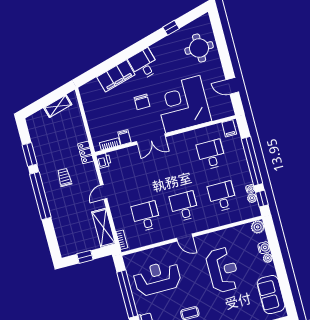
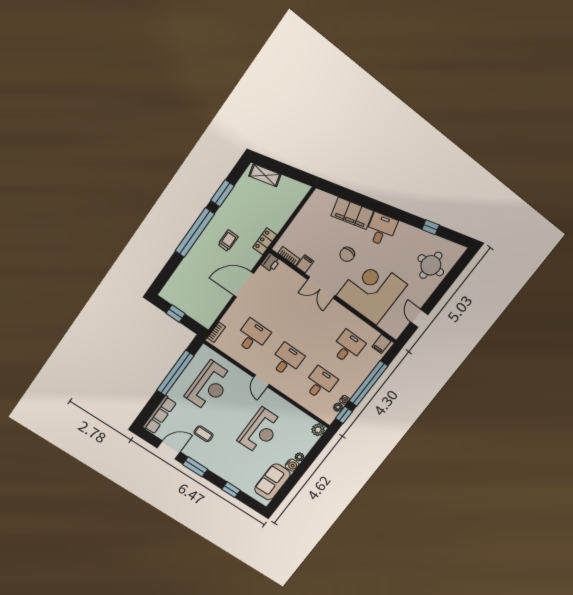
shelving: (58, 106) -> (265, 175), moved
door: (104, 192) -> (244, 284), width x1.88
shelving: (104, 228) -> (213, 309), removed
water cooler: (264, 248) -> (292, 465), moved
reception desk: (157, 278) -> (209, 386), turned 90

